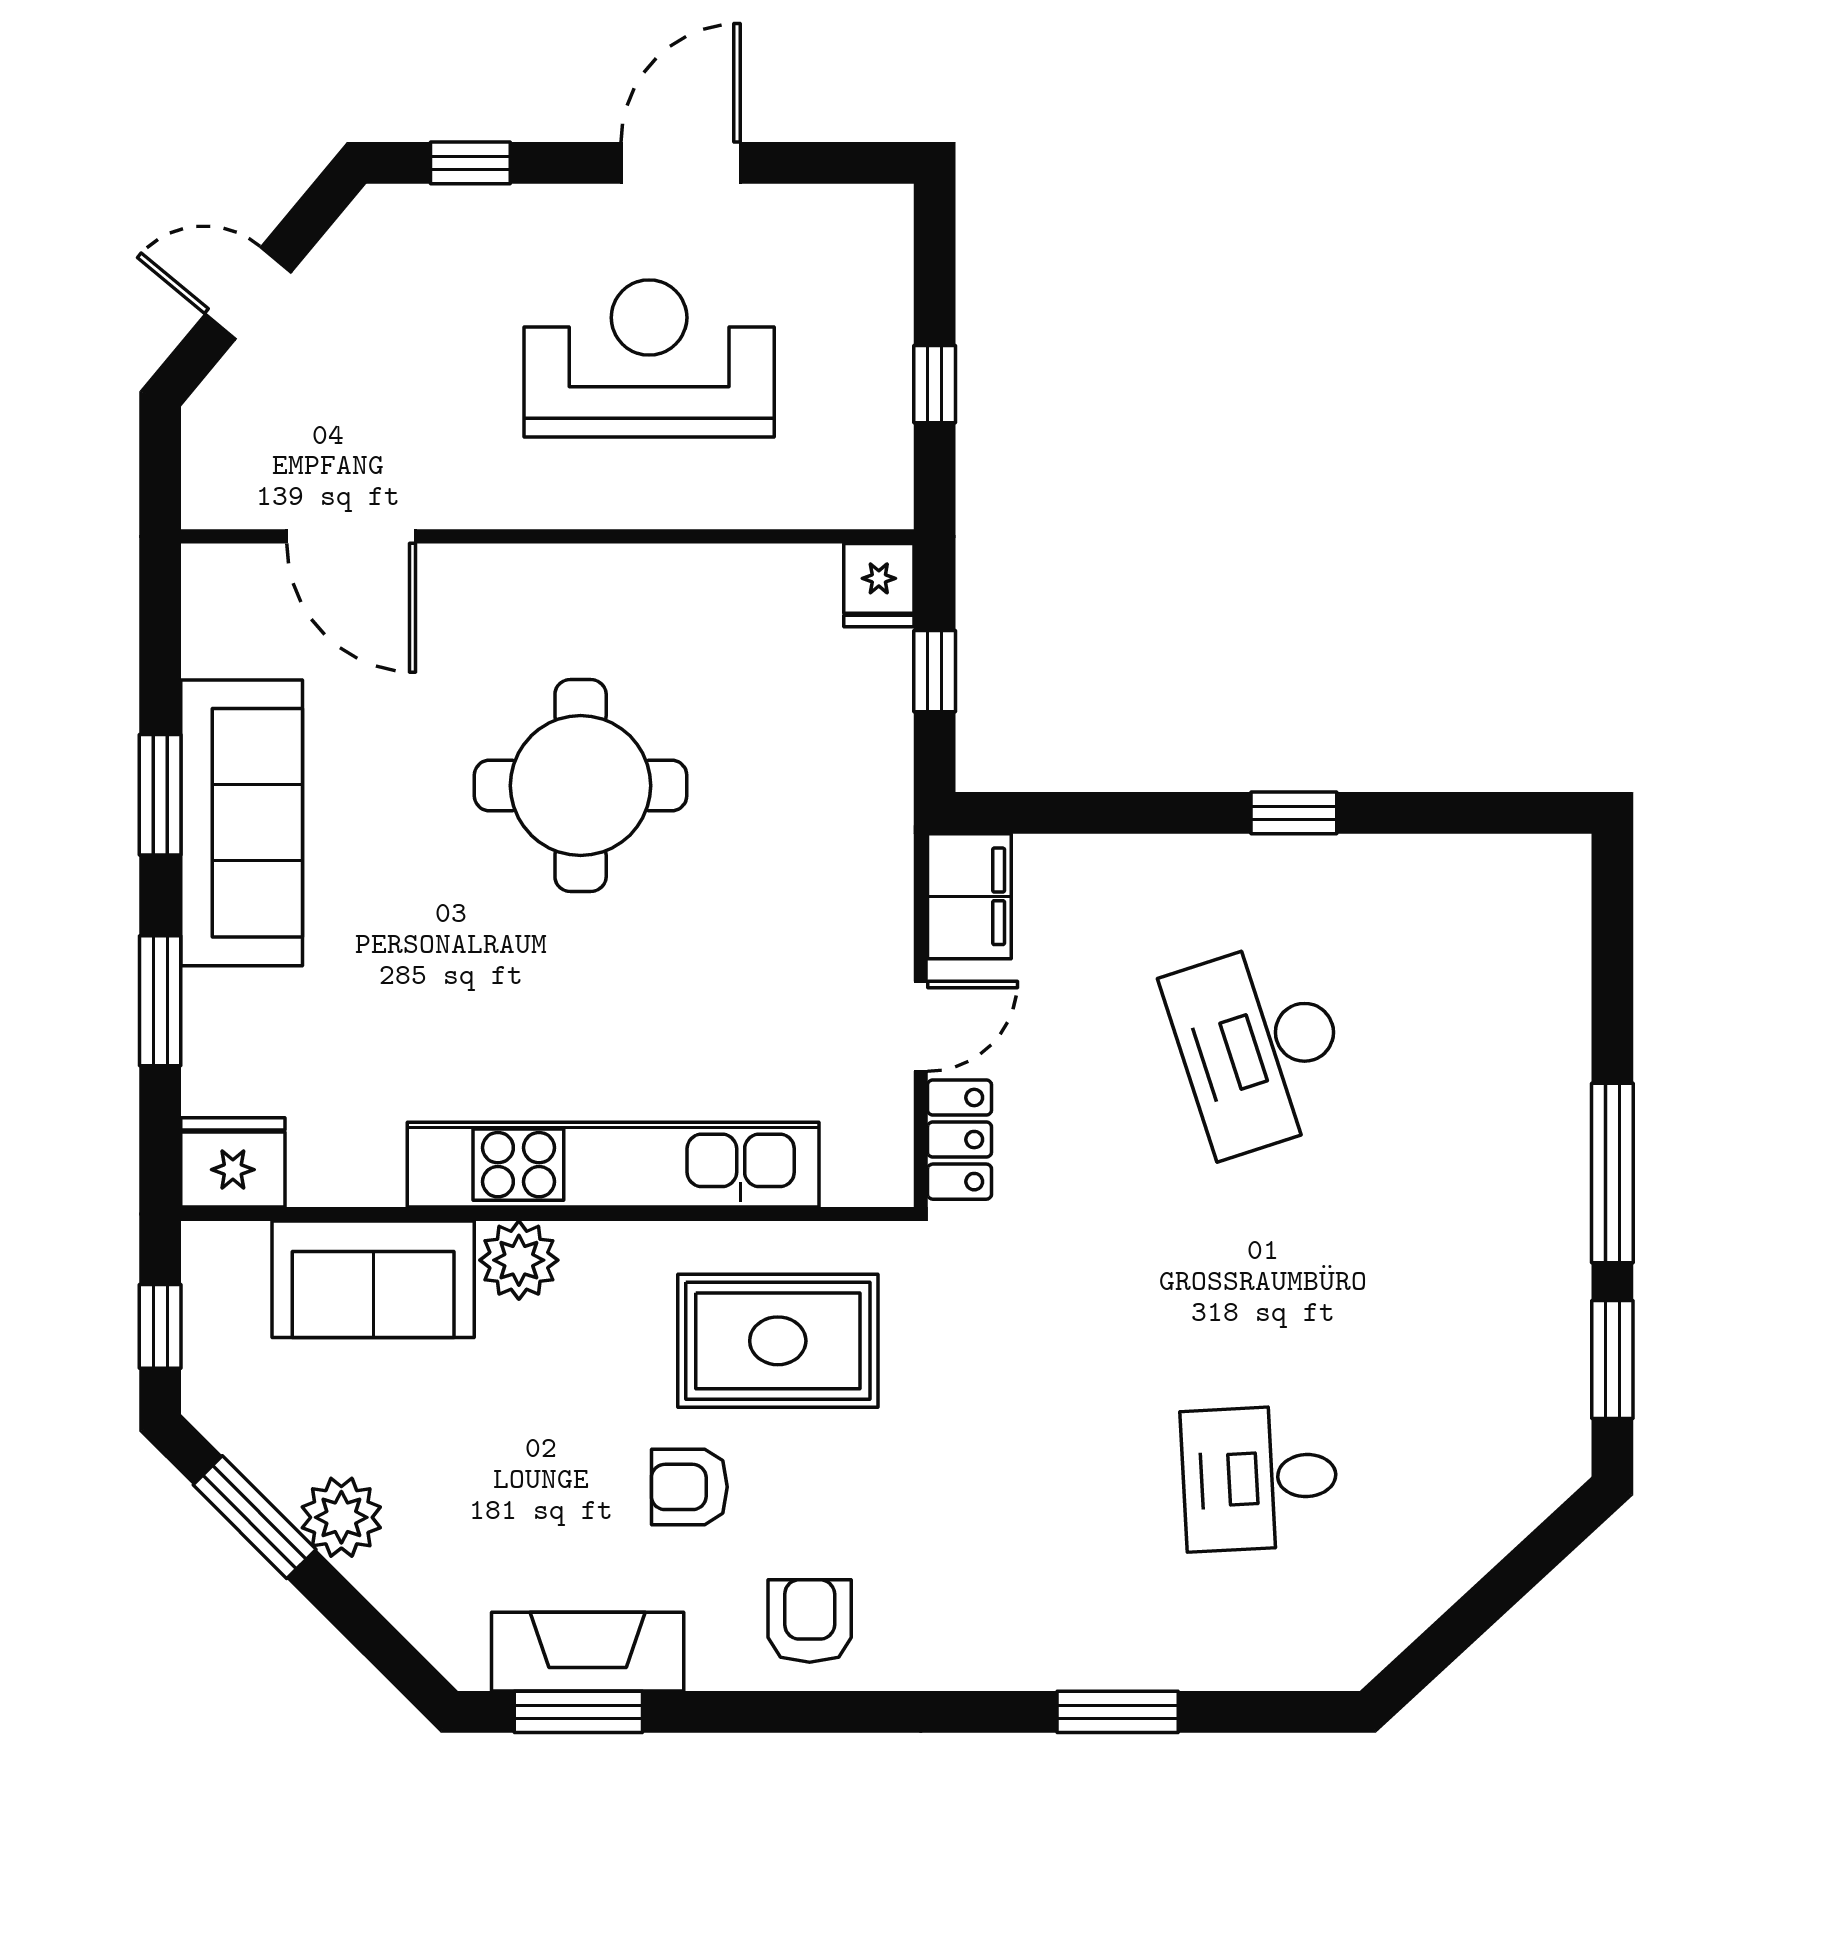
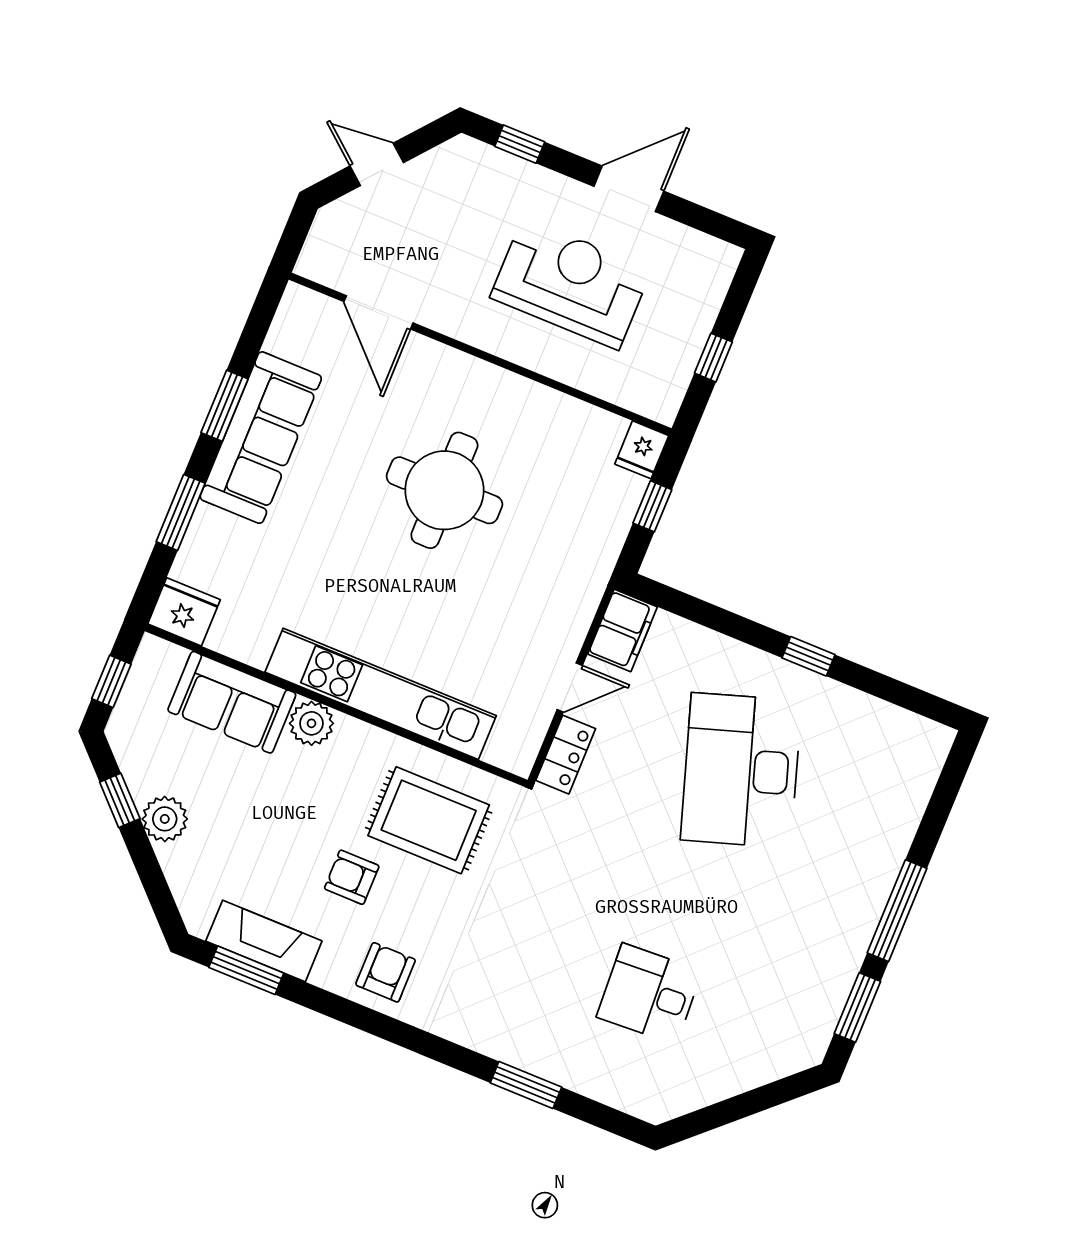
desk: (1260, 1047) -> (741, 770), width x1.36, depth x1.30
window: (255, 1517) -> (120, 800), width x0.67

